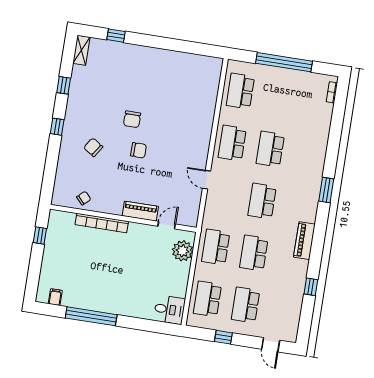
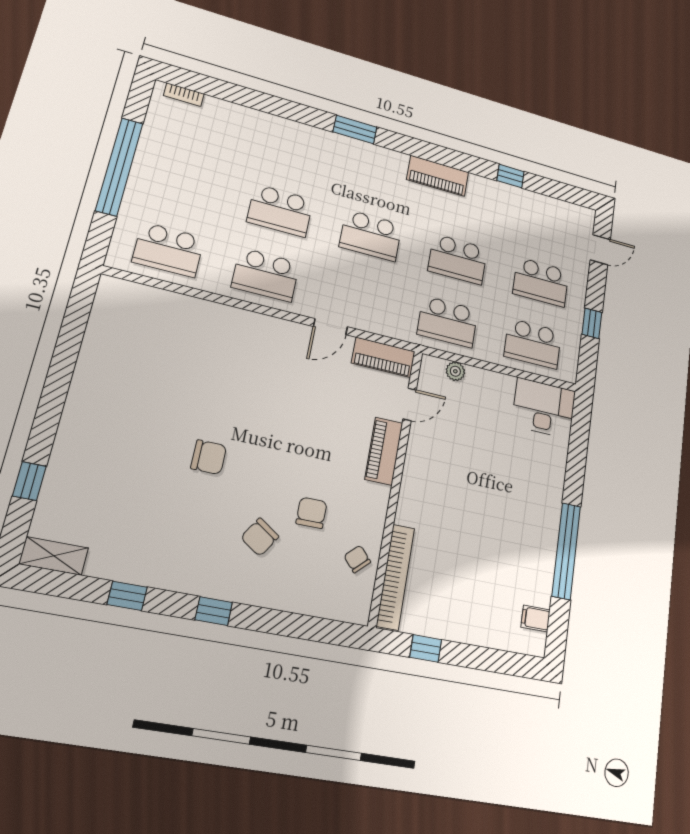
chair: (139, 150) -> (312, 513), moved
piano: (192, 210) -> (383, 357), added
bookcase: (102, 223) -> (396, 577), moved
door: (167, 225) -> (410, 404), swing flipped
plant: (183, 251) -> (455, 371), width x0.53, depth x0.53
desk: (169, 310) -> (544, 408), width x1.37

